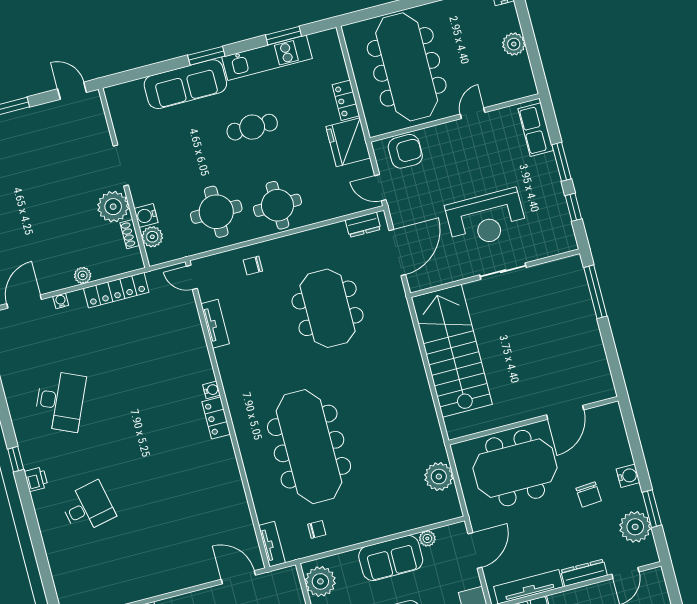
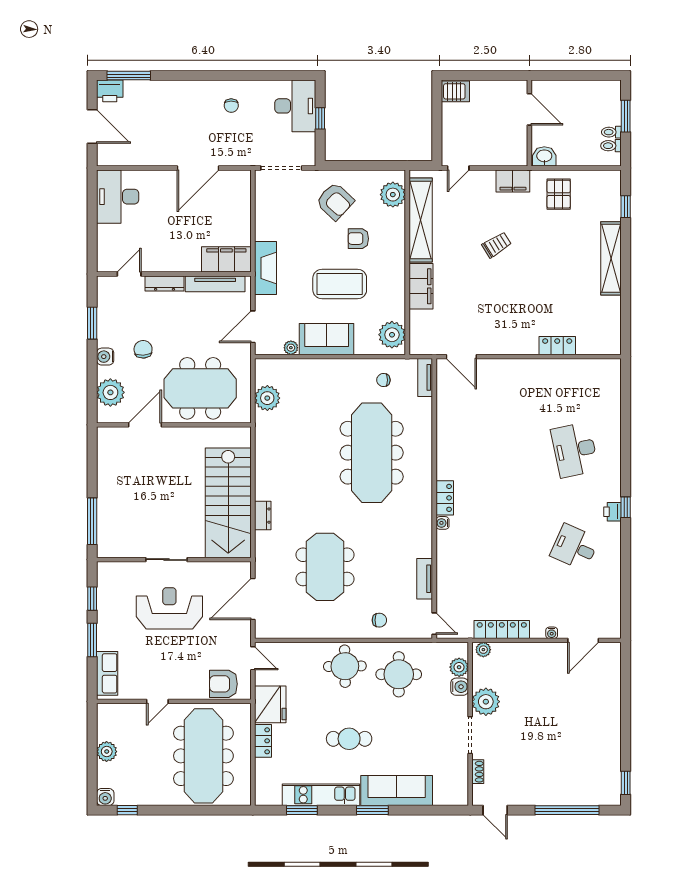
dresser: (363, 225) -> (263, 516), moved, turned 90
shoe rack: (130, 234) -> (478, 772), moved
plant: (83, 275) -> (483, 650), moved
desk: (60, 401) -> (575, 547), width x0.73
printer: (36, 479) -> (612, 512), moved
desk: (88, 507) -> (575, 450), width x1.37
plant: (635, 527) -> (110, 392), moved

